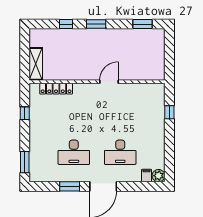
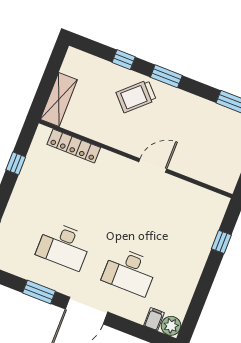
trolley: (82, 43) -> (136, 96), added

